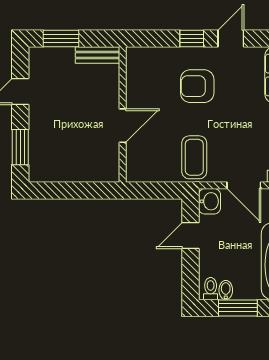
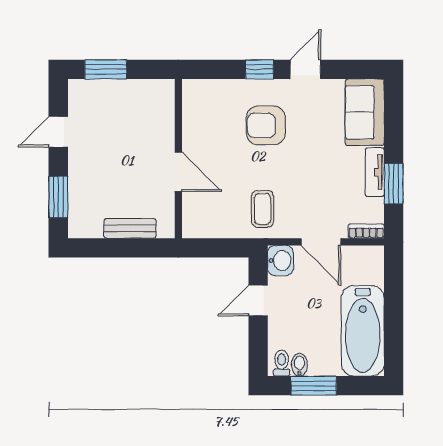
bench: (97, 55) -> (130, 228), moved
door: (123, 126) -> (178, 172), hinge flipped
coffee table: (194, 157) -> (262, 209), width x0.73, depth x0.77

